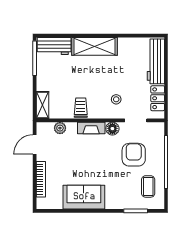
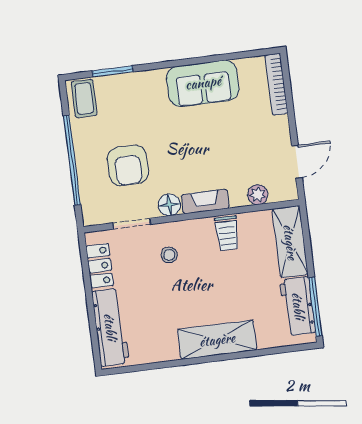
workbench: (54, 46) -> (298, 306), moved, turned -90
shelving: (42, 105) -> (290, 242), width x1.50, depth x1.33
bookcase: (41, 179) -> (276, 84), moved
coffee table: (148, 186) -> (84, 99), moved

